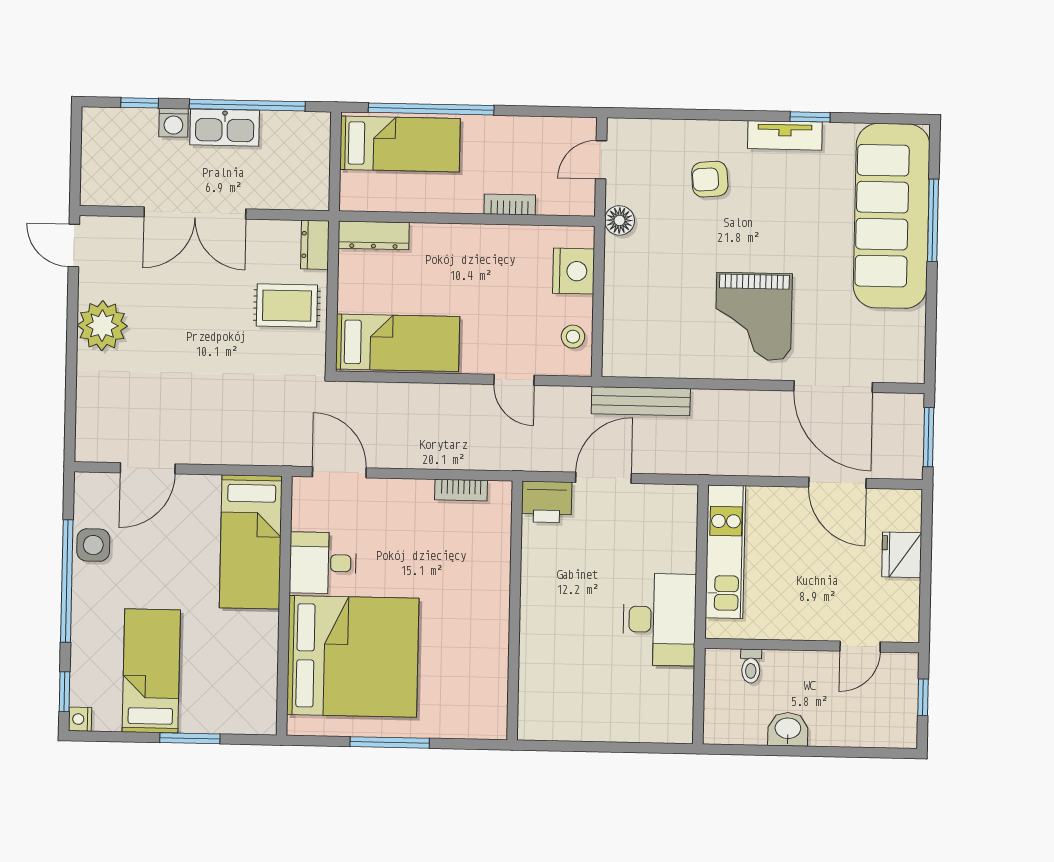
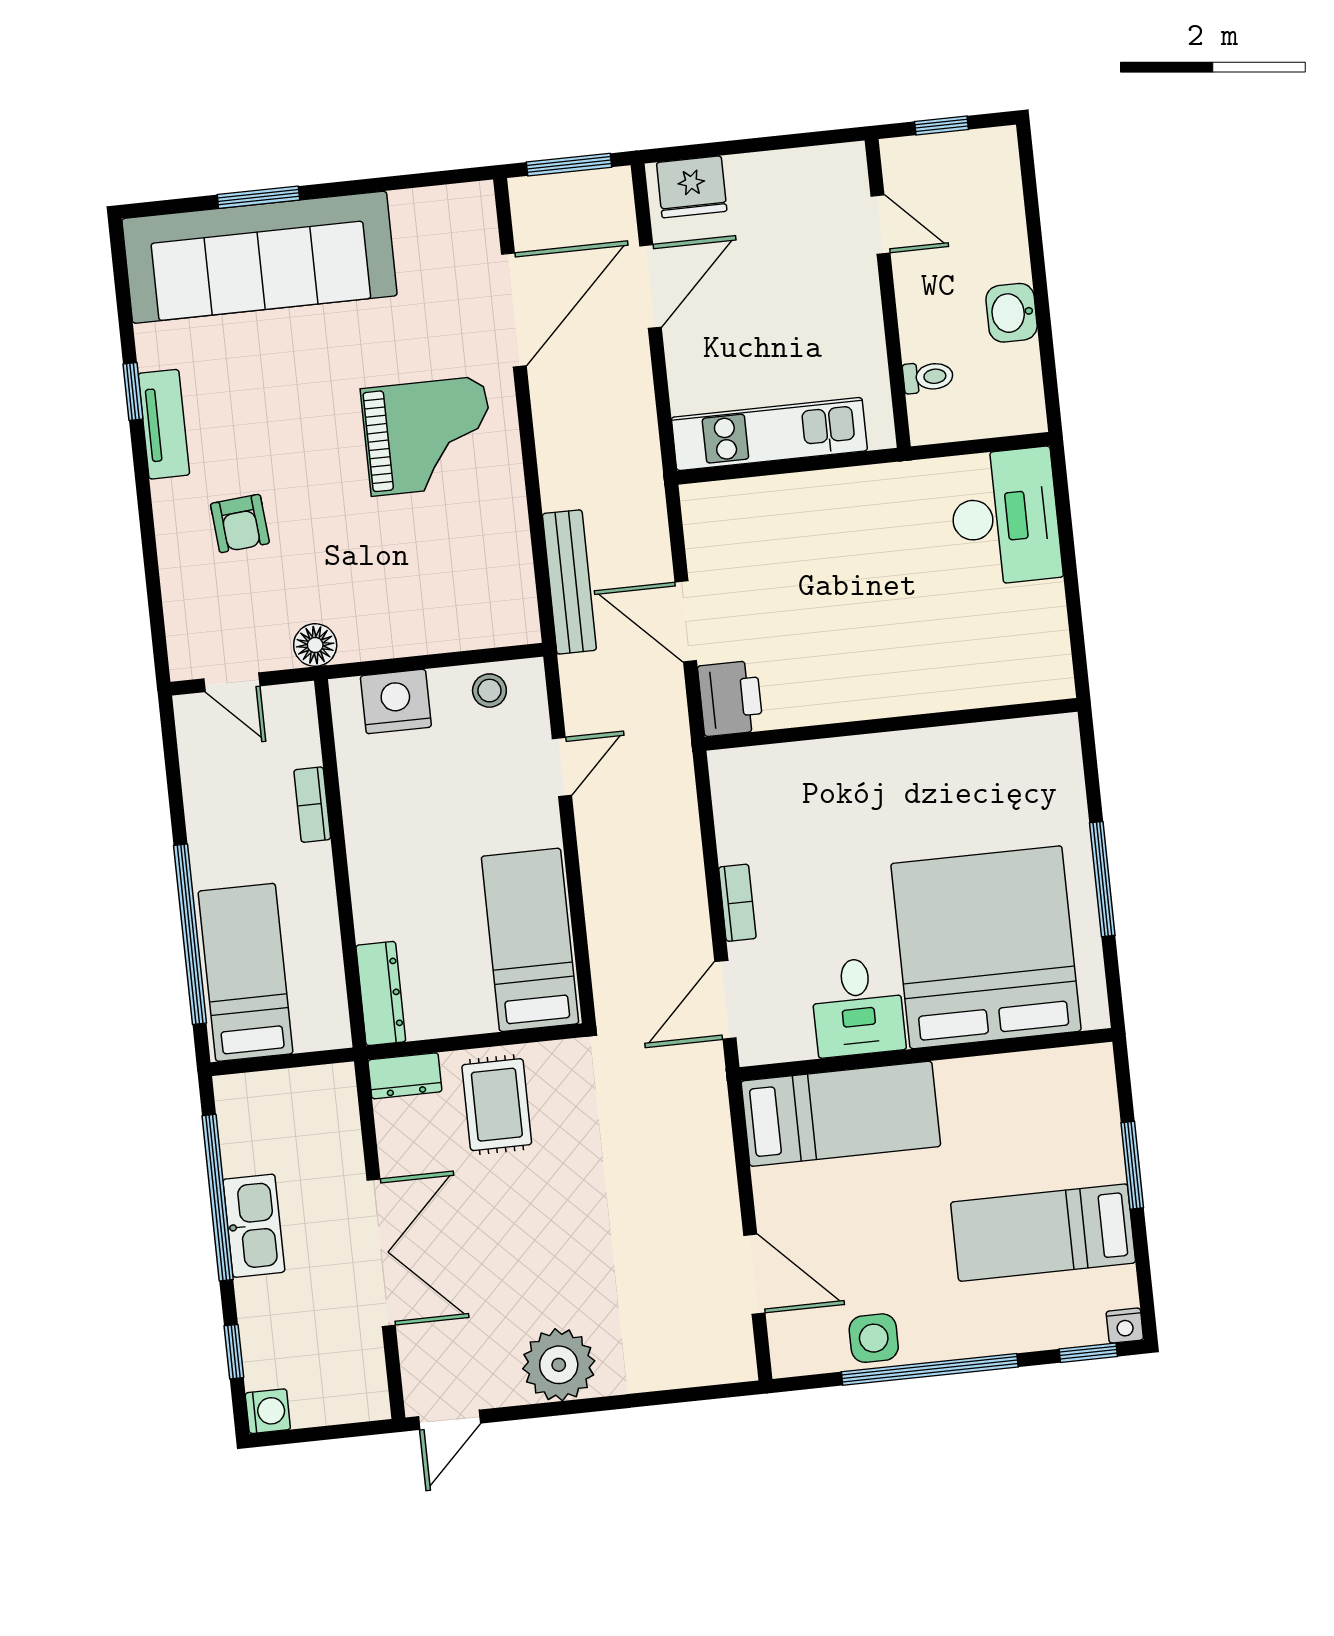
washing machine: (173, 123) -> (268, 1411), moved
window: (933, 220) -> (258, 197), width x0.69
bookcase: (461, 490) -> (737, 903), moved
fridge: (902, 555) -> (692, 187), moved
desk: (659, 620) -> (1005, 517), moved, turned 90

